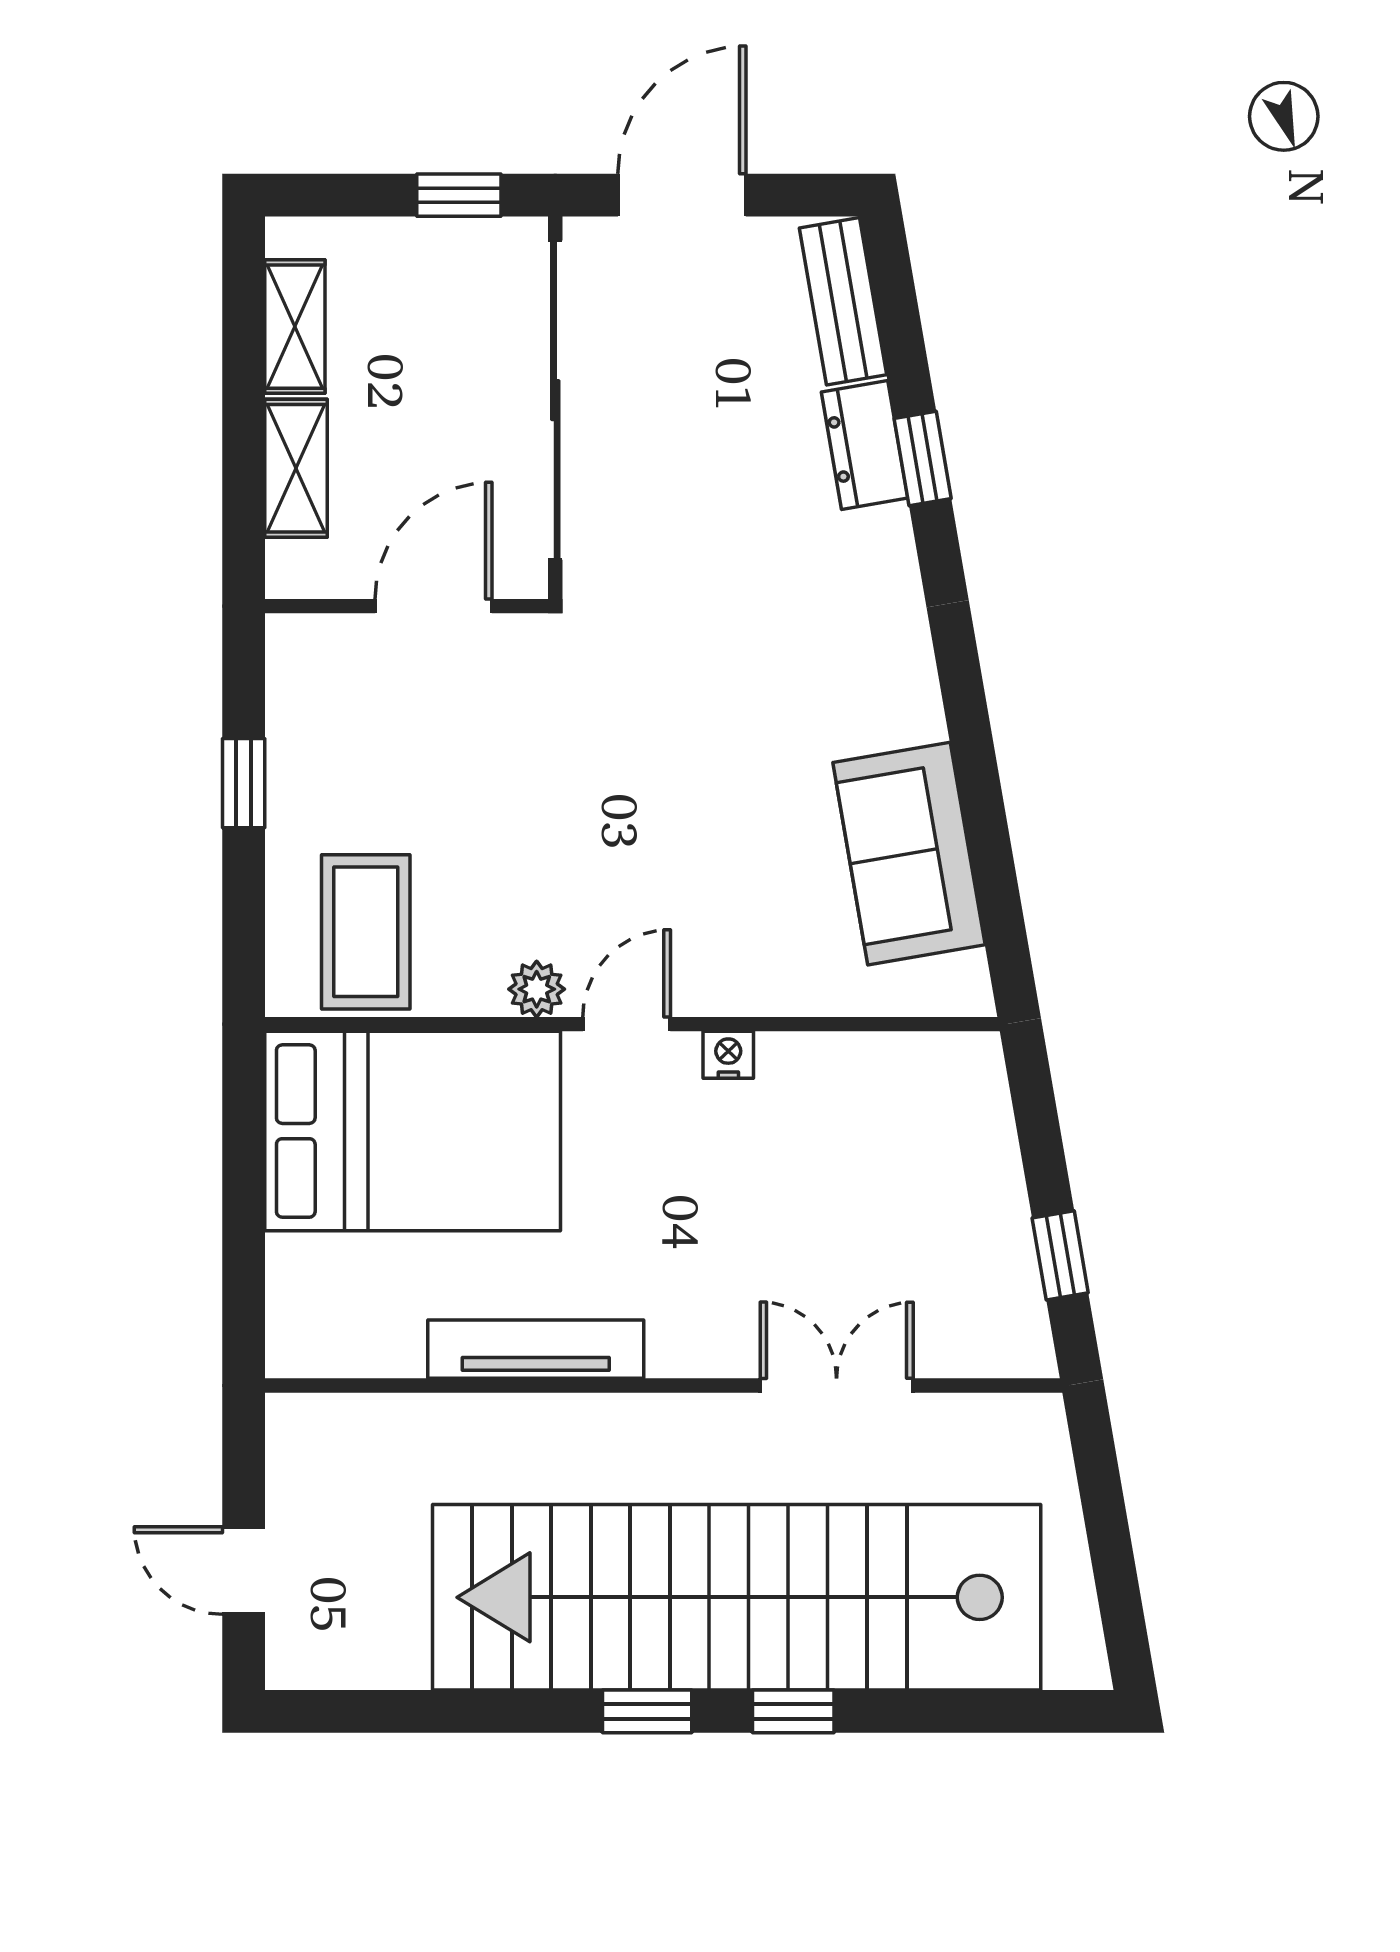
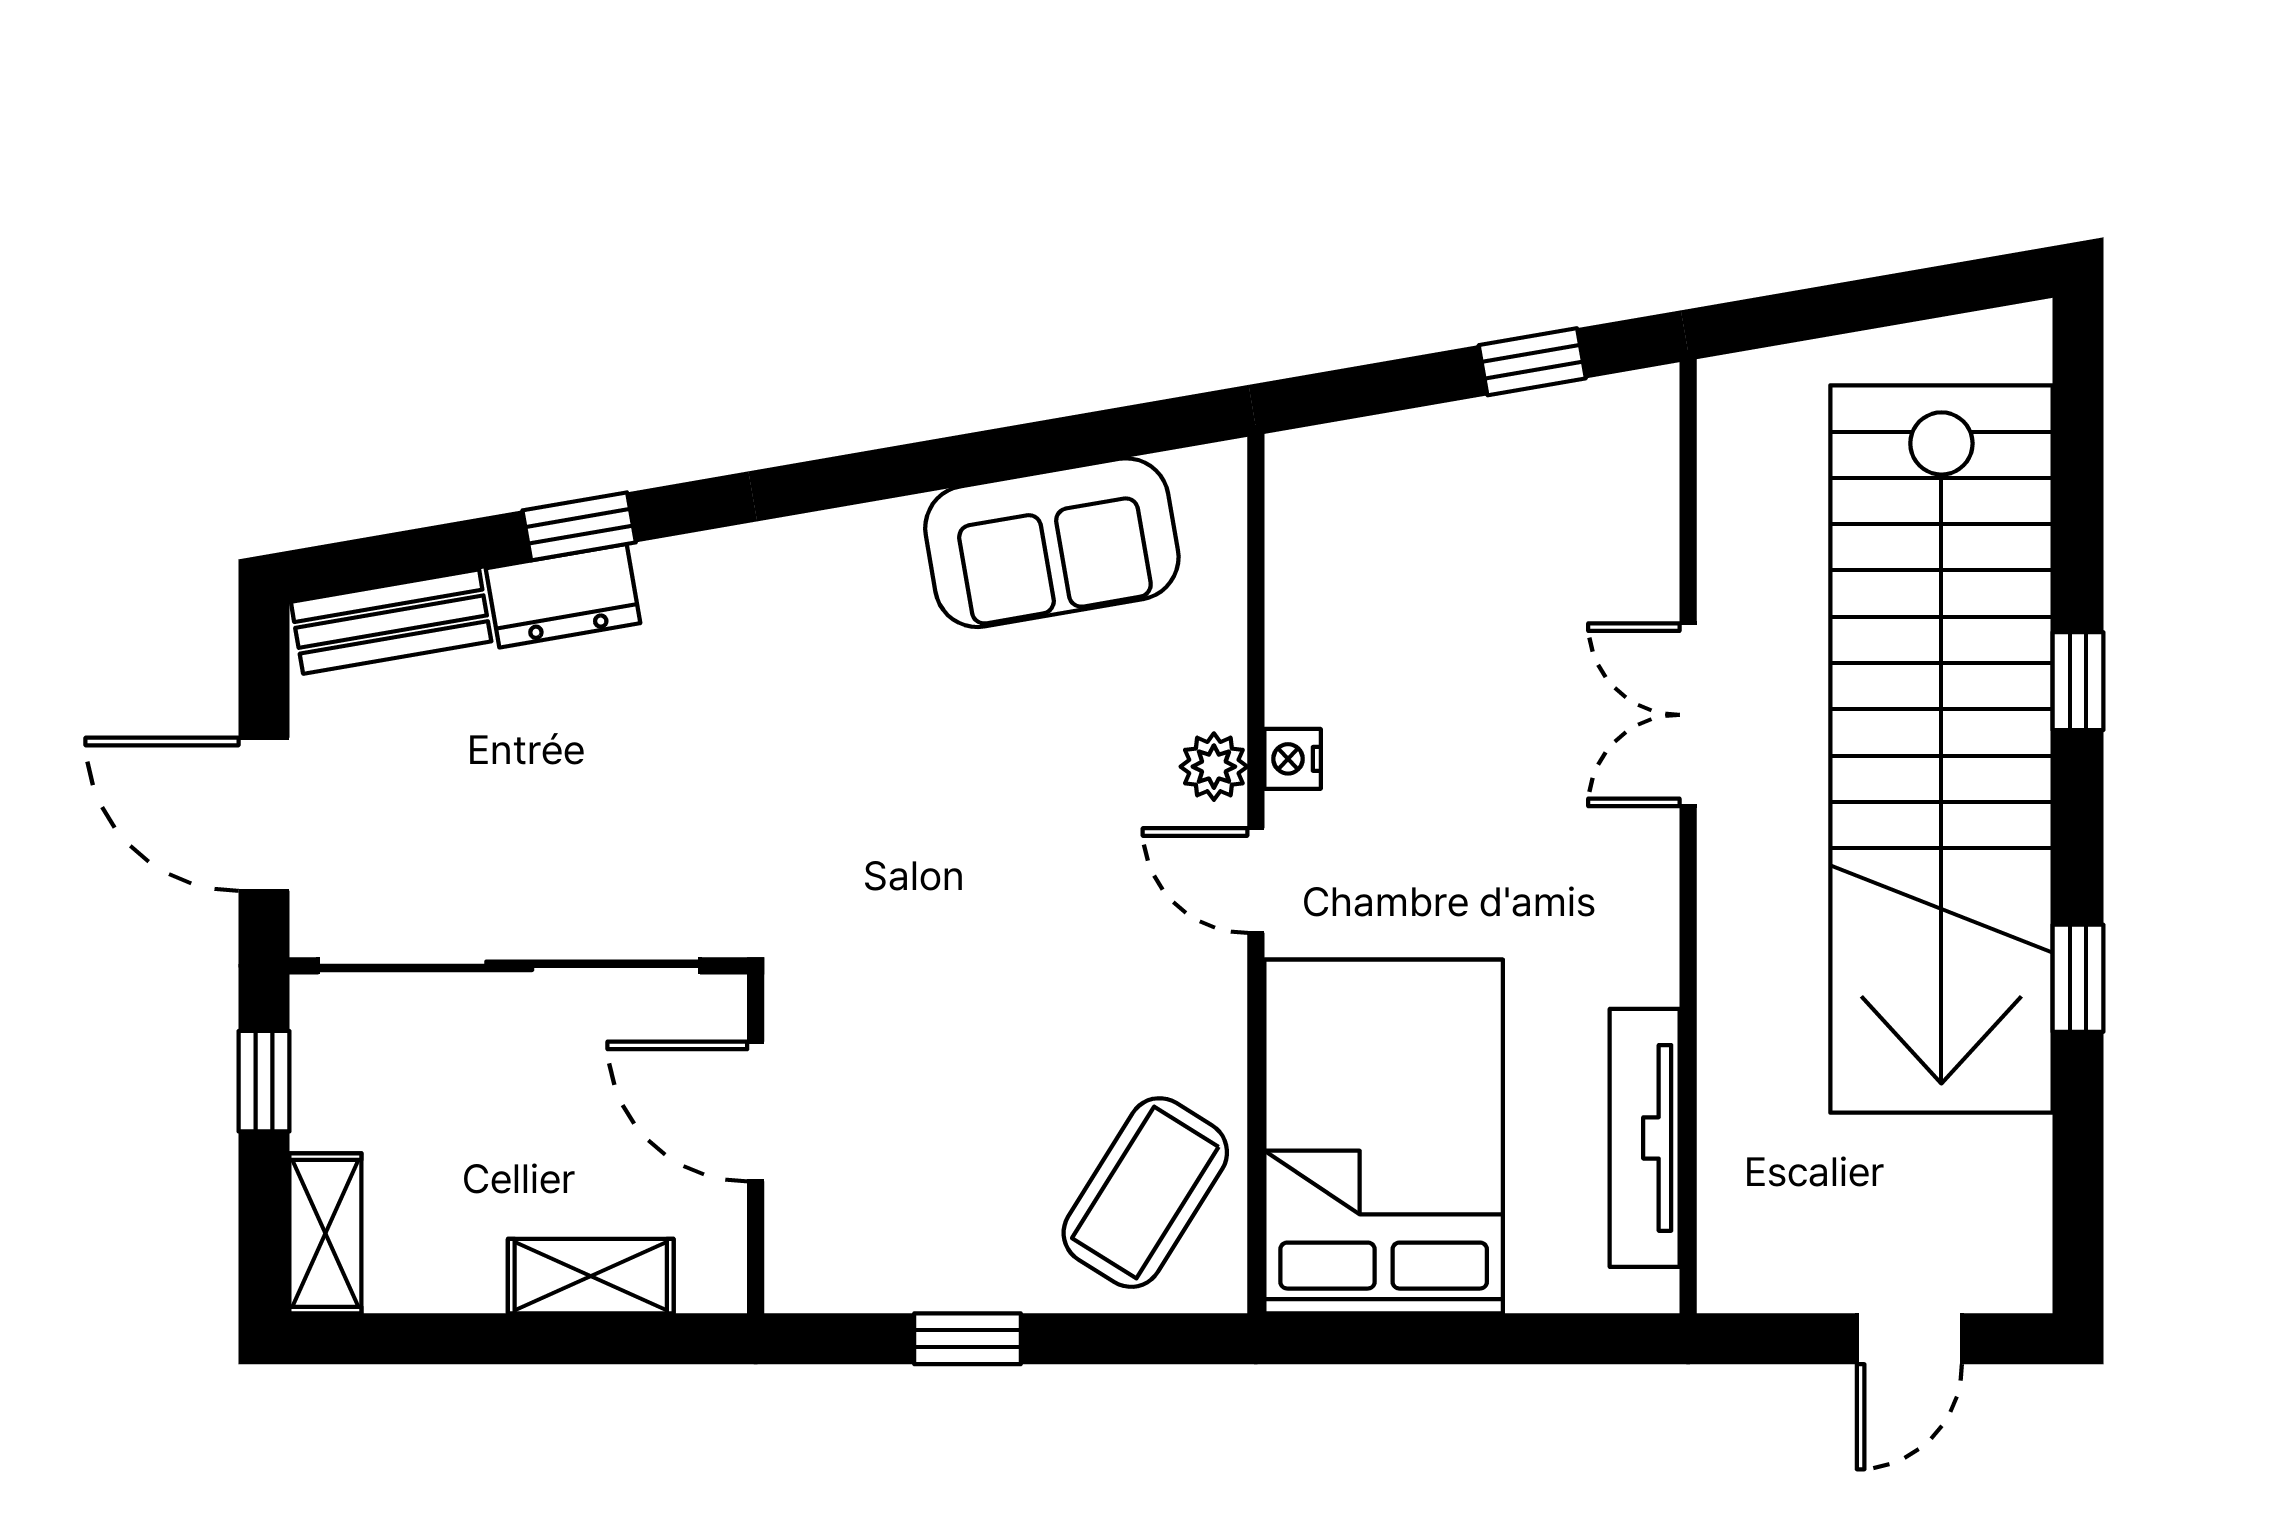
shelving: (295, 327) -> (325, 1233), moved, turned 90
coffee table: (366, 932) -> (1145, 1193), turned -58
plant: (537, 989) -> (1214, 767), moved
tv unit: (536, 1349) -> (1645, 1138), moved
double door: (837, 1386) -> (1688, 715), moved
window: (647, 1711) -> (2078, 978), moved

